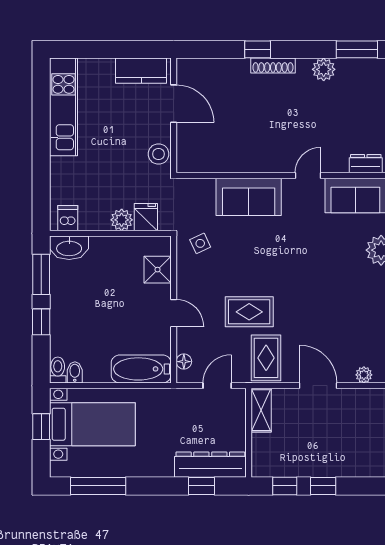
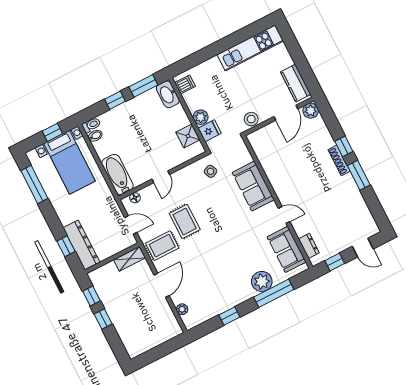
window: (357, 49) -> (359, 175), moved
plant: (324, 69) -> (311, 111), moved
shower: (158, 270) -> (188, 136), moved

